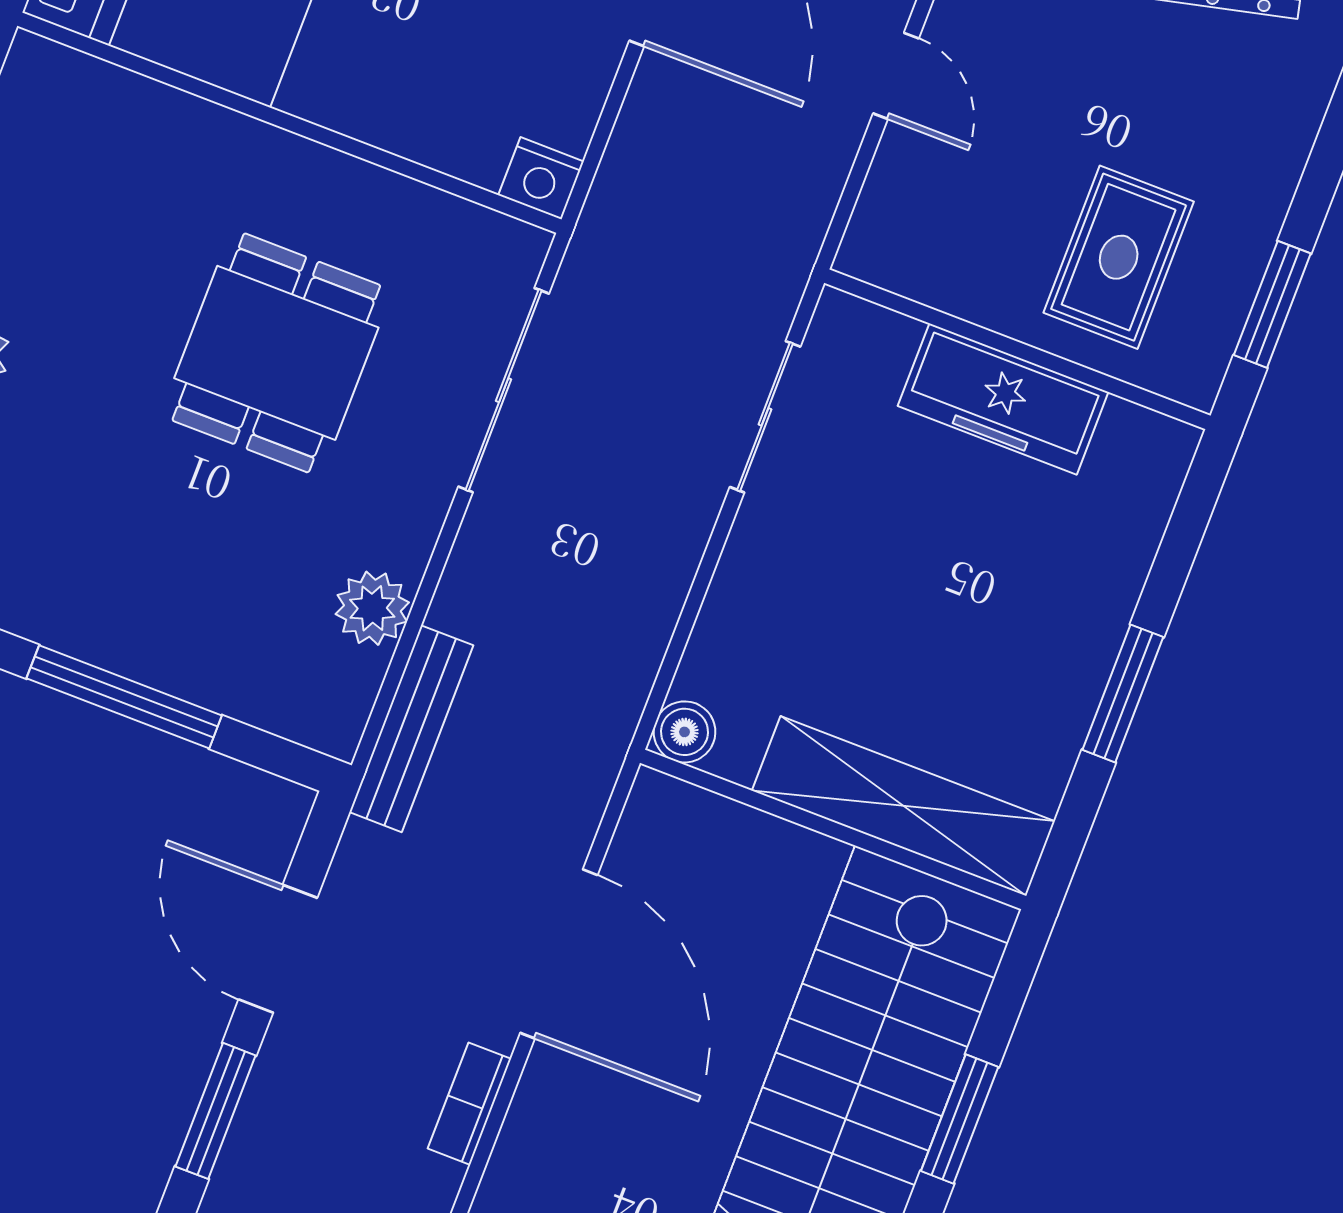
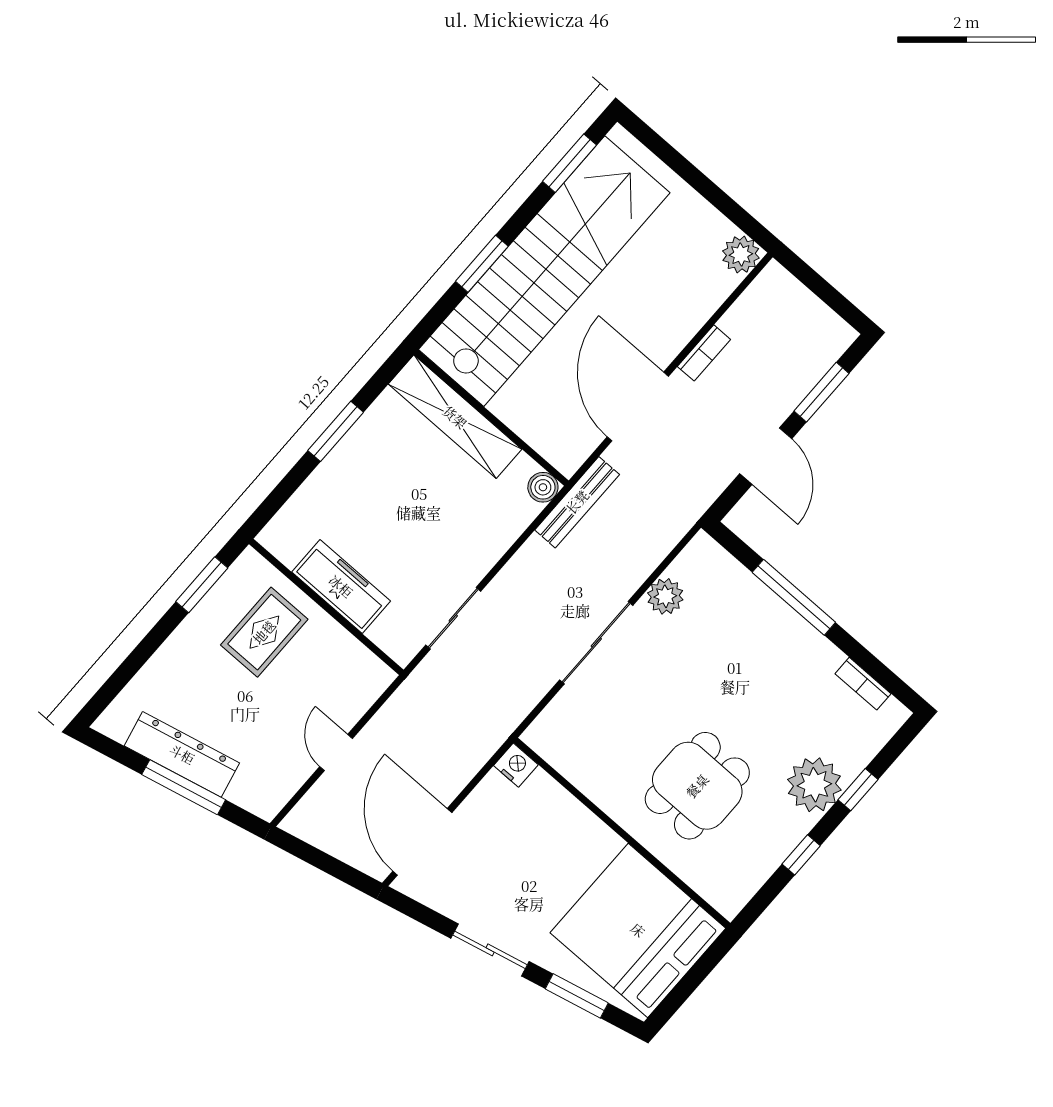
dining table: (276, 353) -> (697, 786), moved
sliding door: (504, 390) -> (596, 643), moved
bench: (411, 729) -> (577, 502), moved

